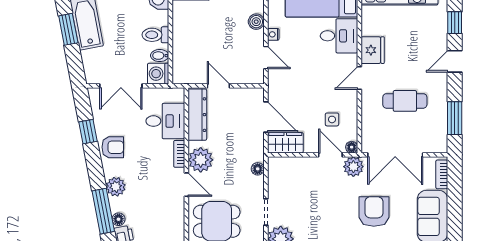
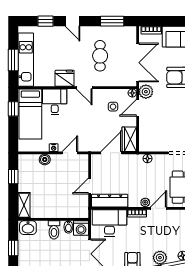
desk: (165, 121) -> (109, 223), width x1.37
plant: (201, 160) -> (145, 202), width x0.53, depth x0.53

